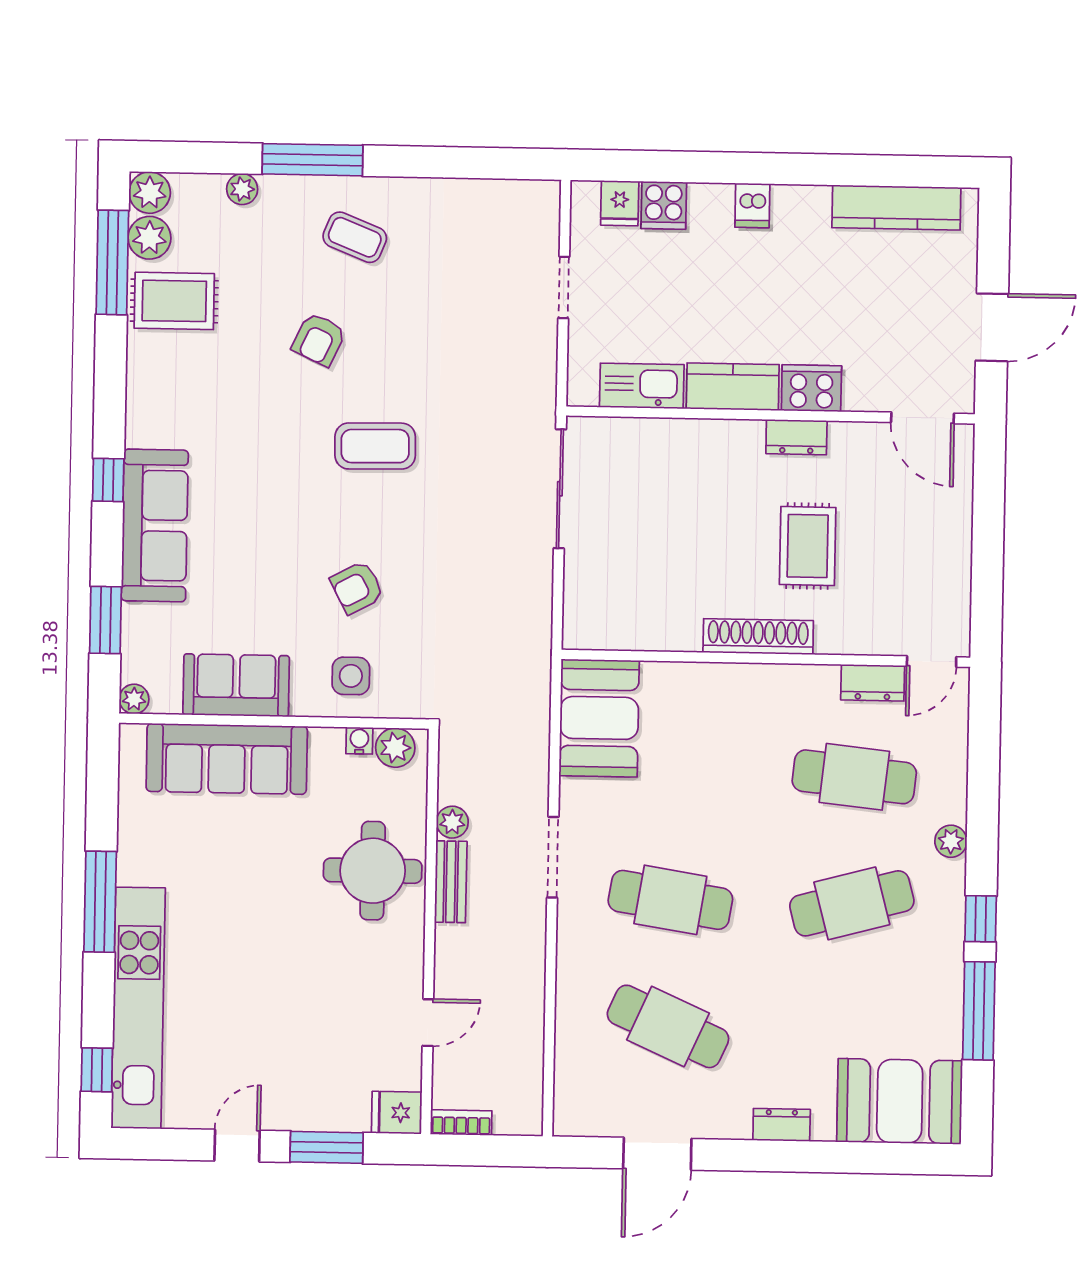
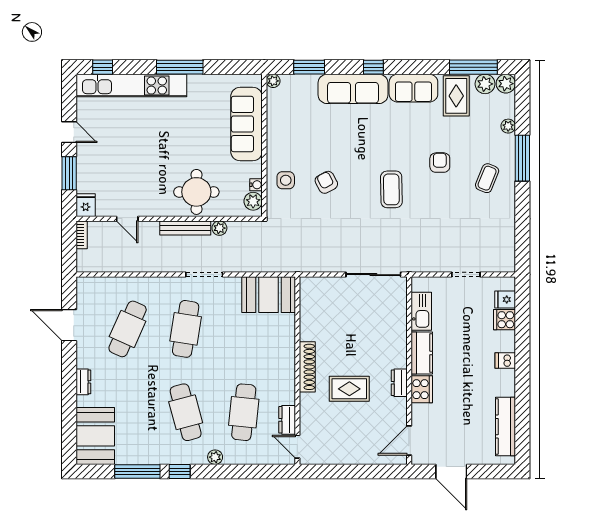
armchair: (319, 339) -> (440, 163), turned 65
sofa: (236, 685) -> (413, 88), moved, turned 90
bench: (451, 882) -> (185, 228), width x1.36

